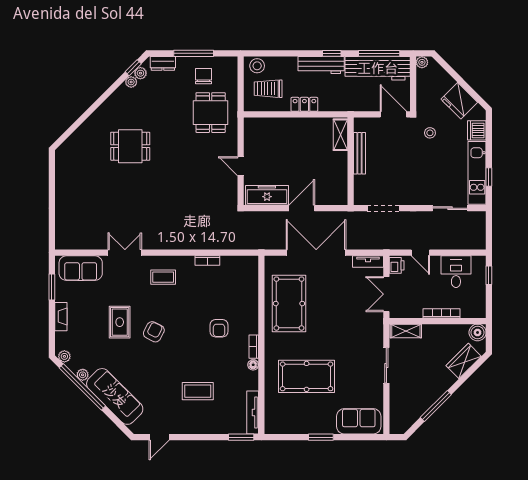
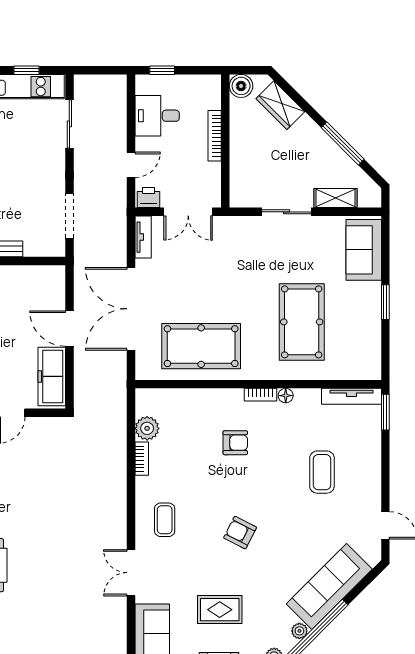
plant: (229, 264) -> (147, 428), added
rug: (120, 322) -> (220, 610), moved
shelving: (406, 331) -> (336, 198), moved, turned 90

